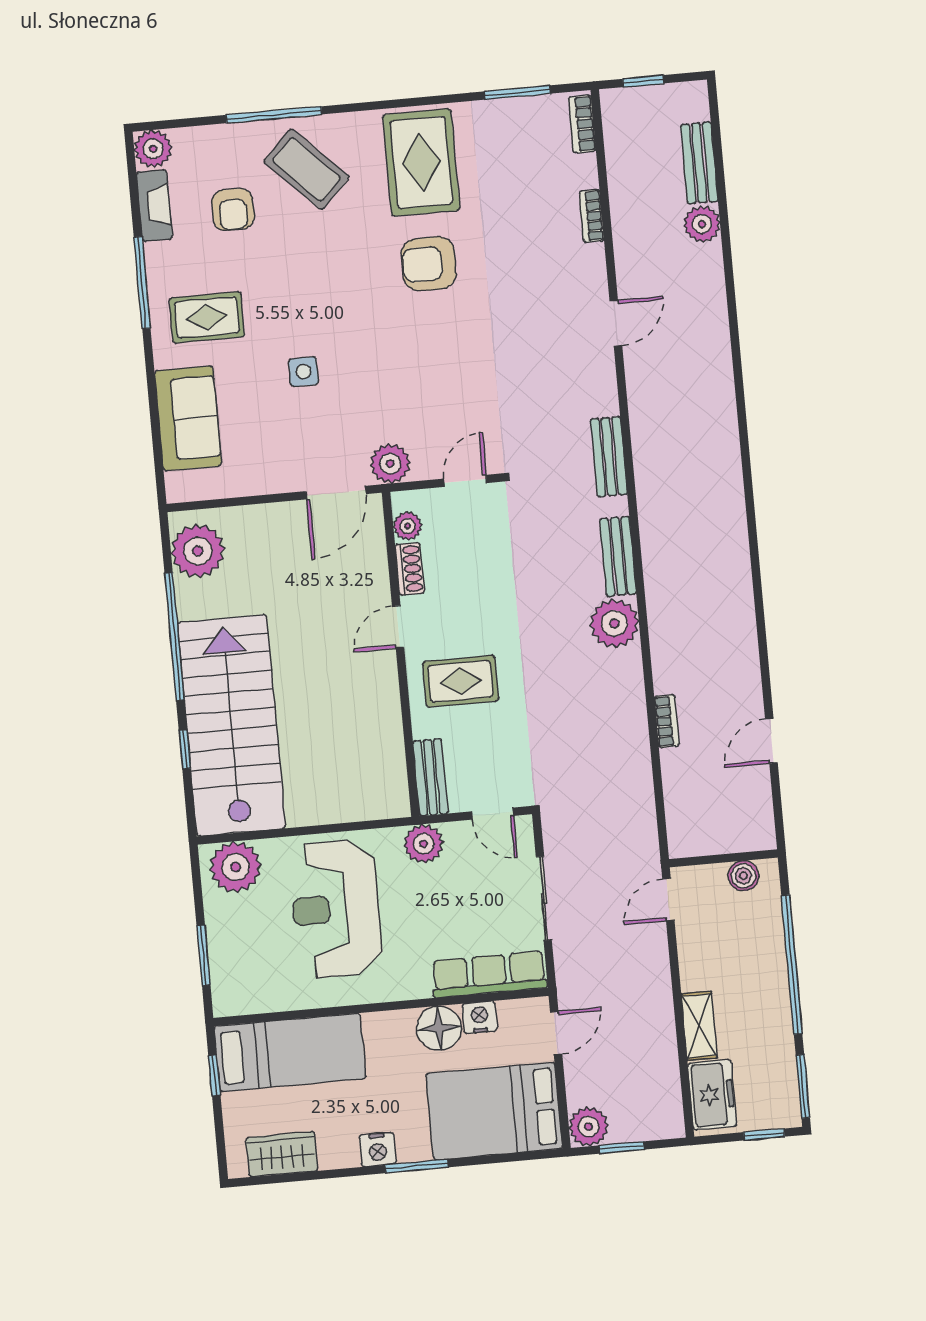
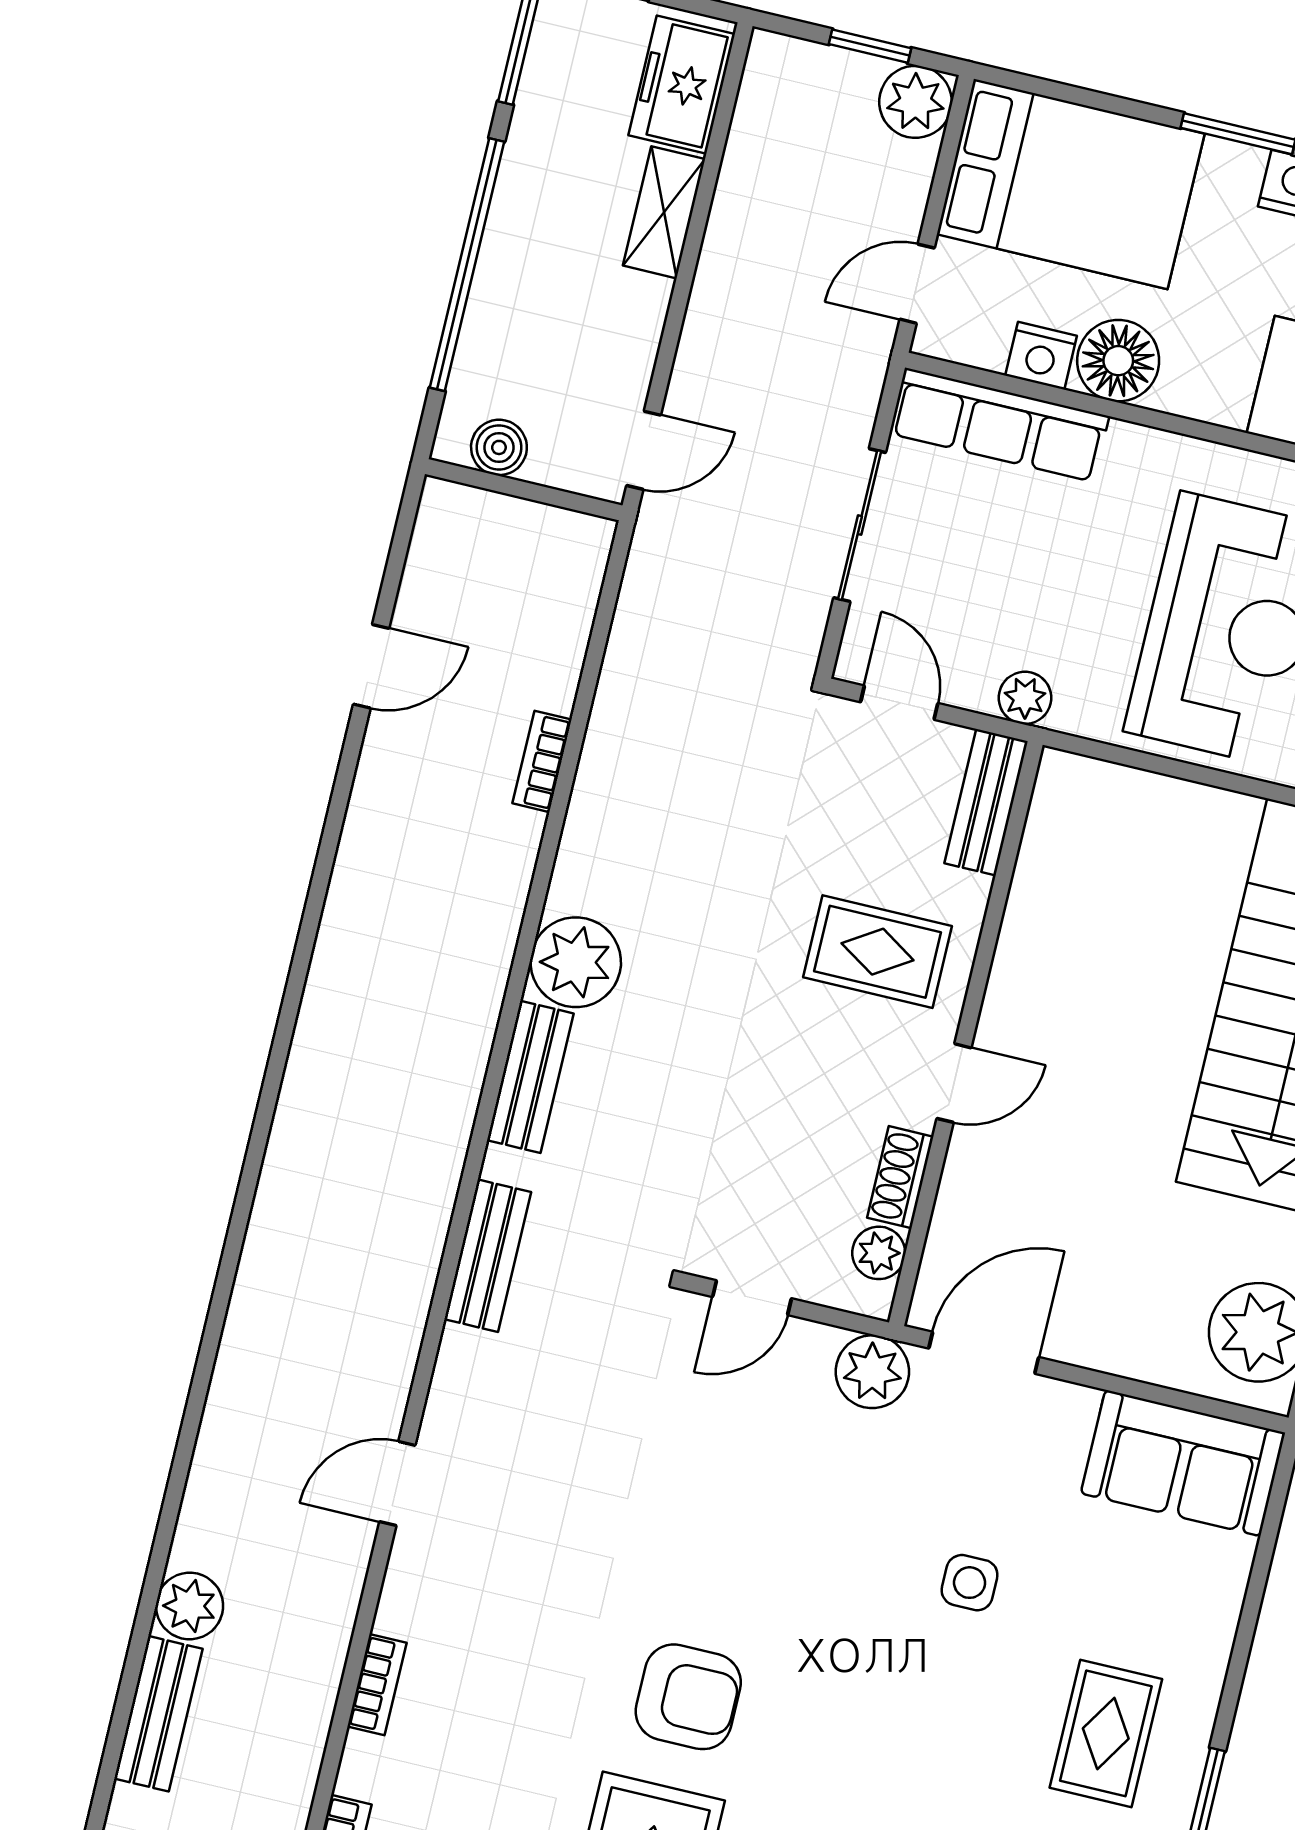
rug: (207, 317) -> (1106, 1733), turned 90
sofa: (188, 418) -> (1183, 1463), moved, turned -90
plant: (424, 844) -> (1025, 698), width x0.73, depth x0.73

